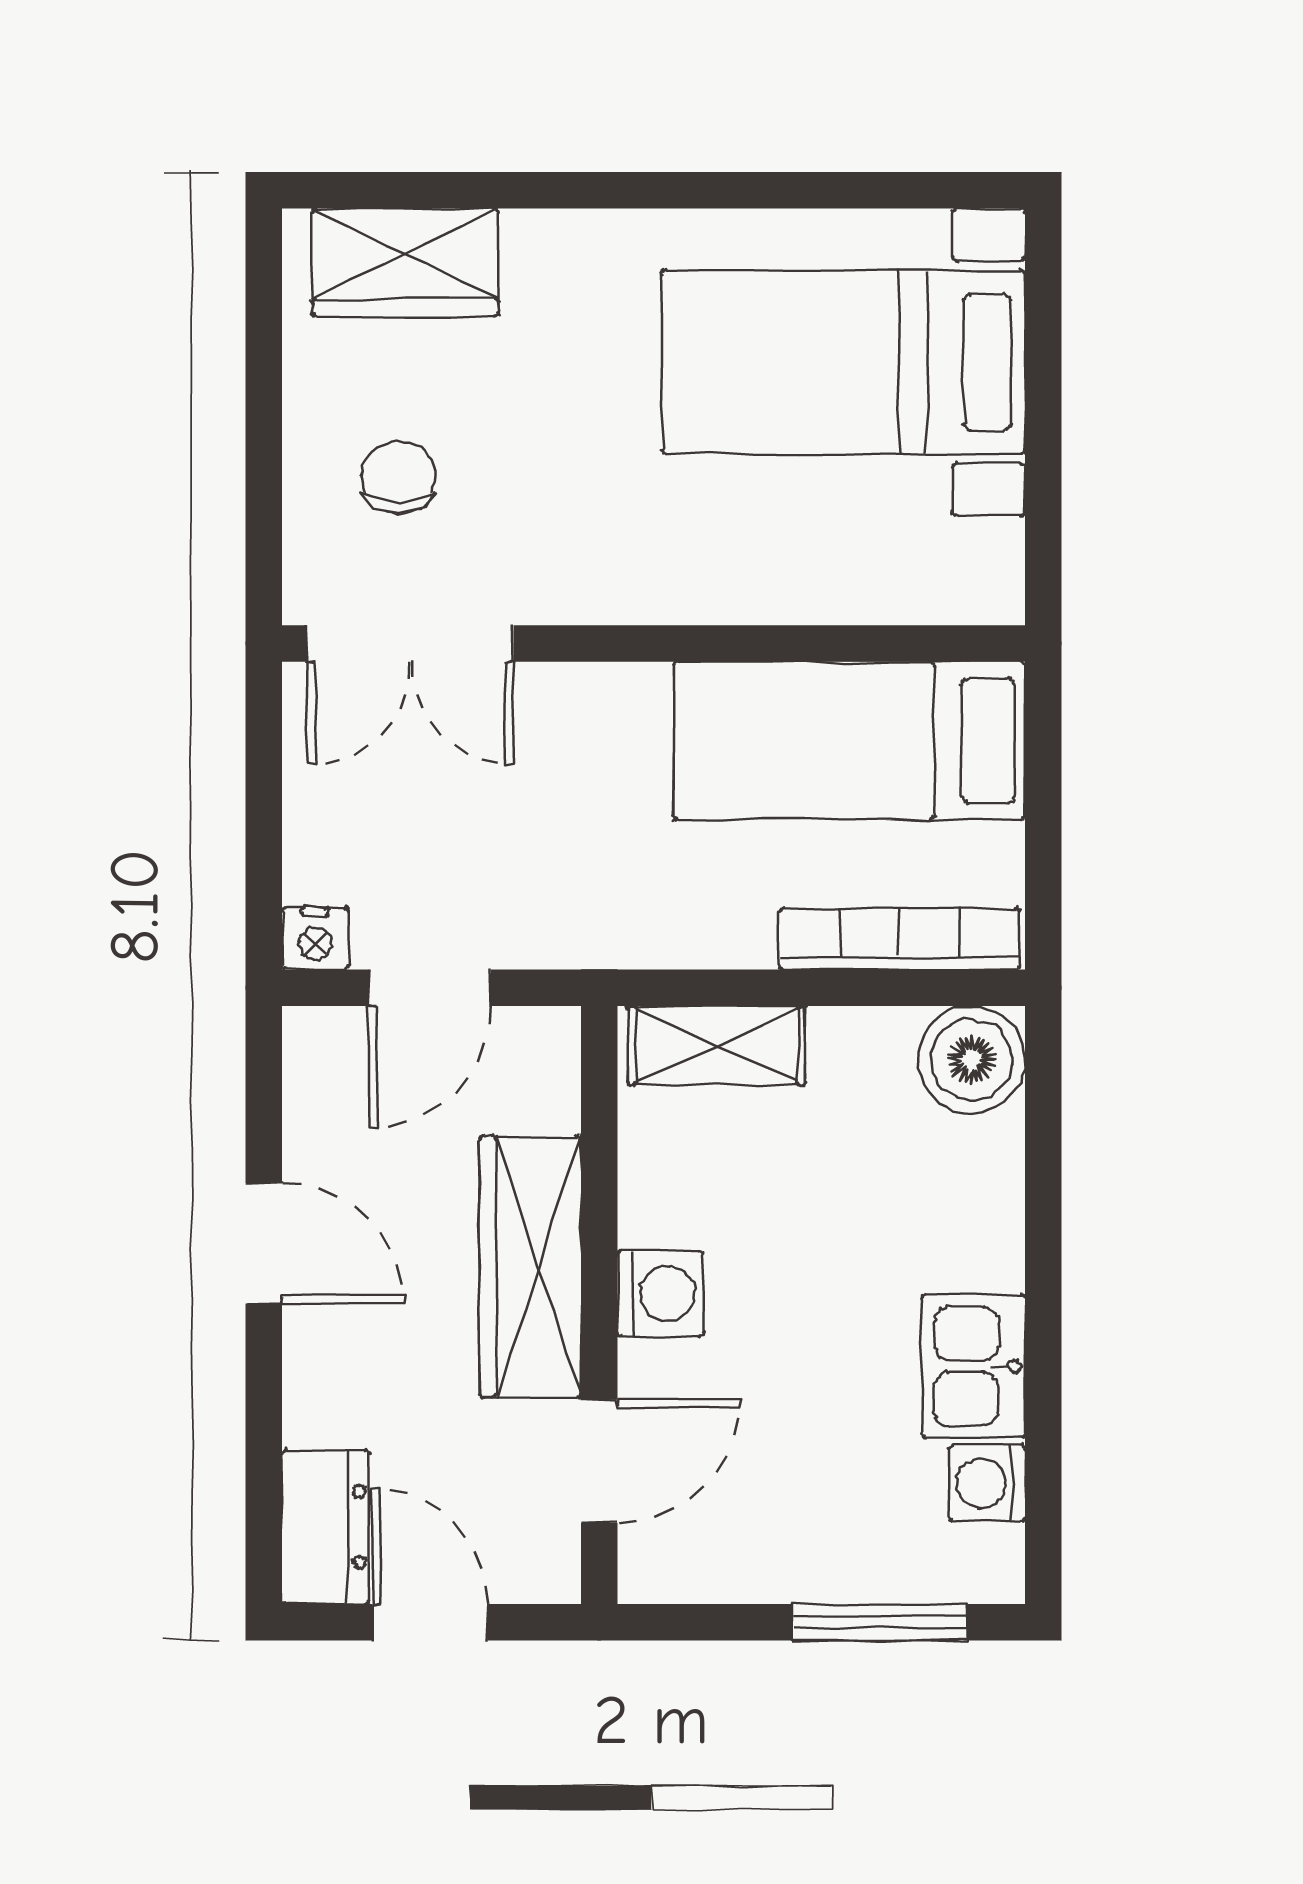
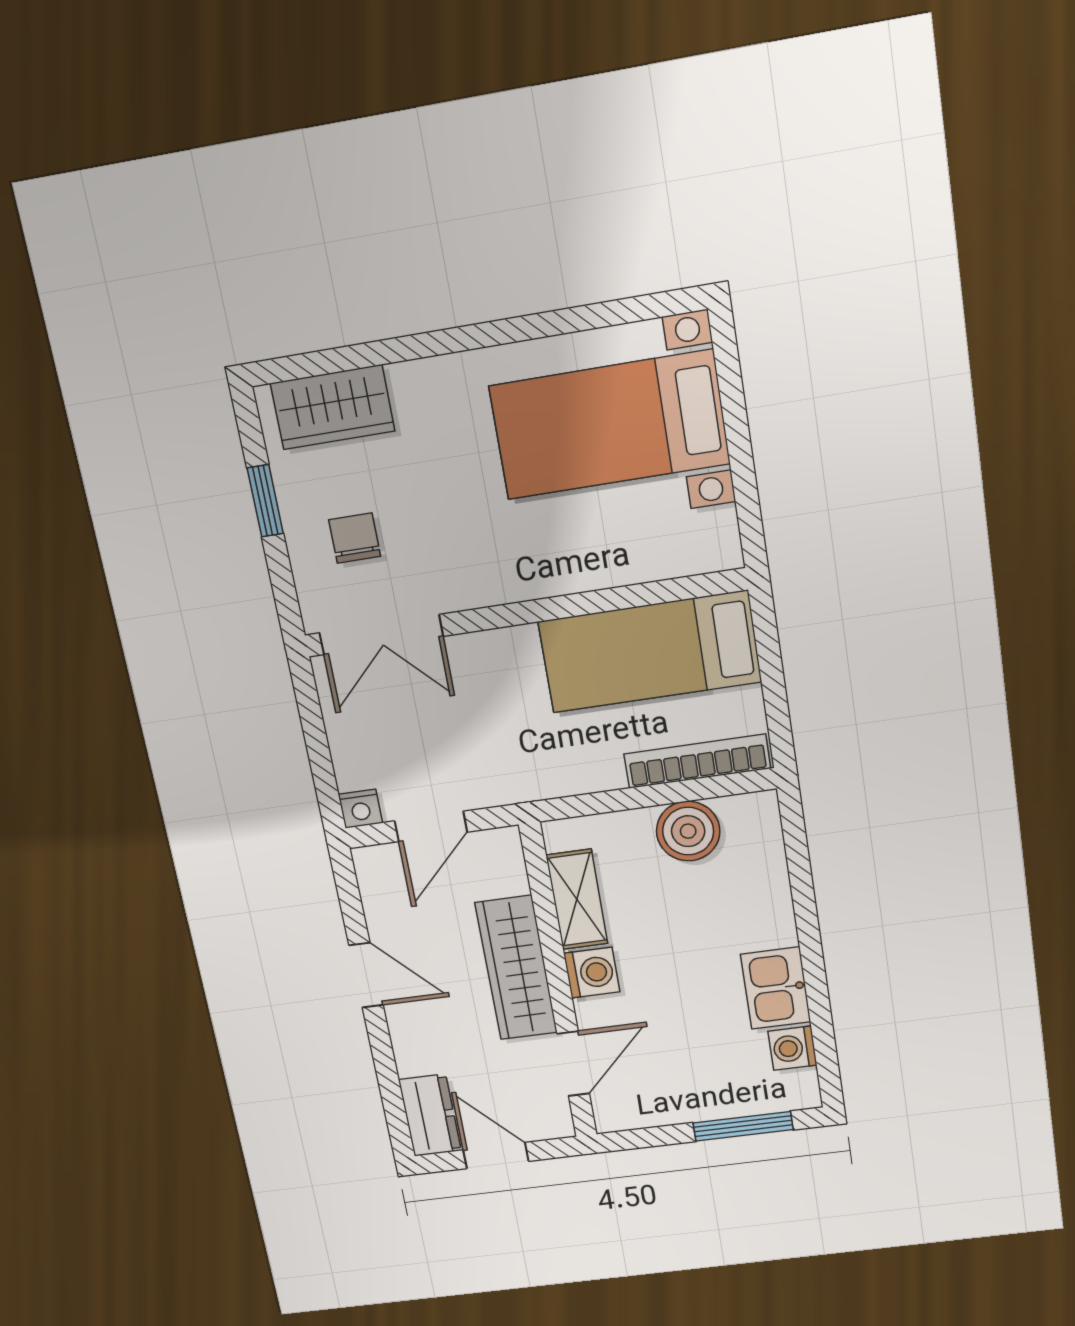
window: (264, 393) -> (265, 501), added
shelving: (717, 1046) -> (577, 899), moved, turned 90
boiler: (972, 1060) -> (688, 831), moved

